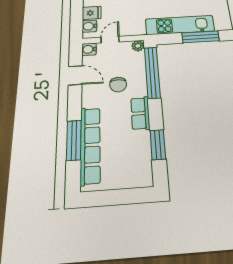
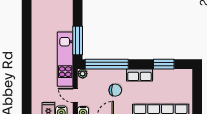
kitchen unit: (180, 25) -> (65, 59), moved
window: (200, 37) -> (78, 40), moved

